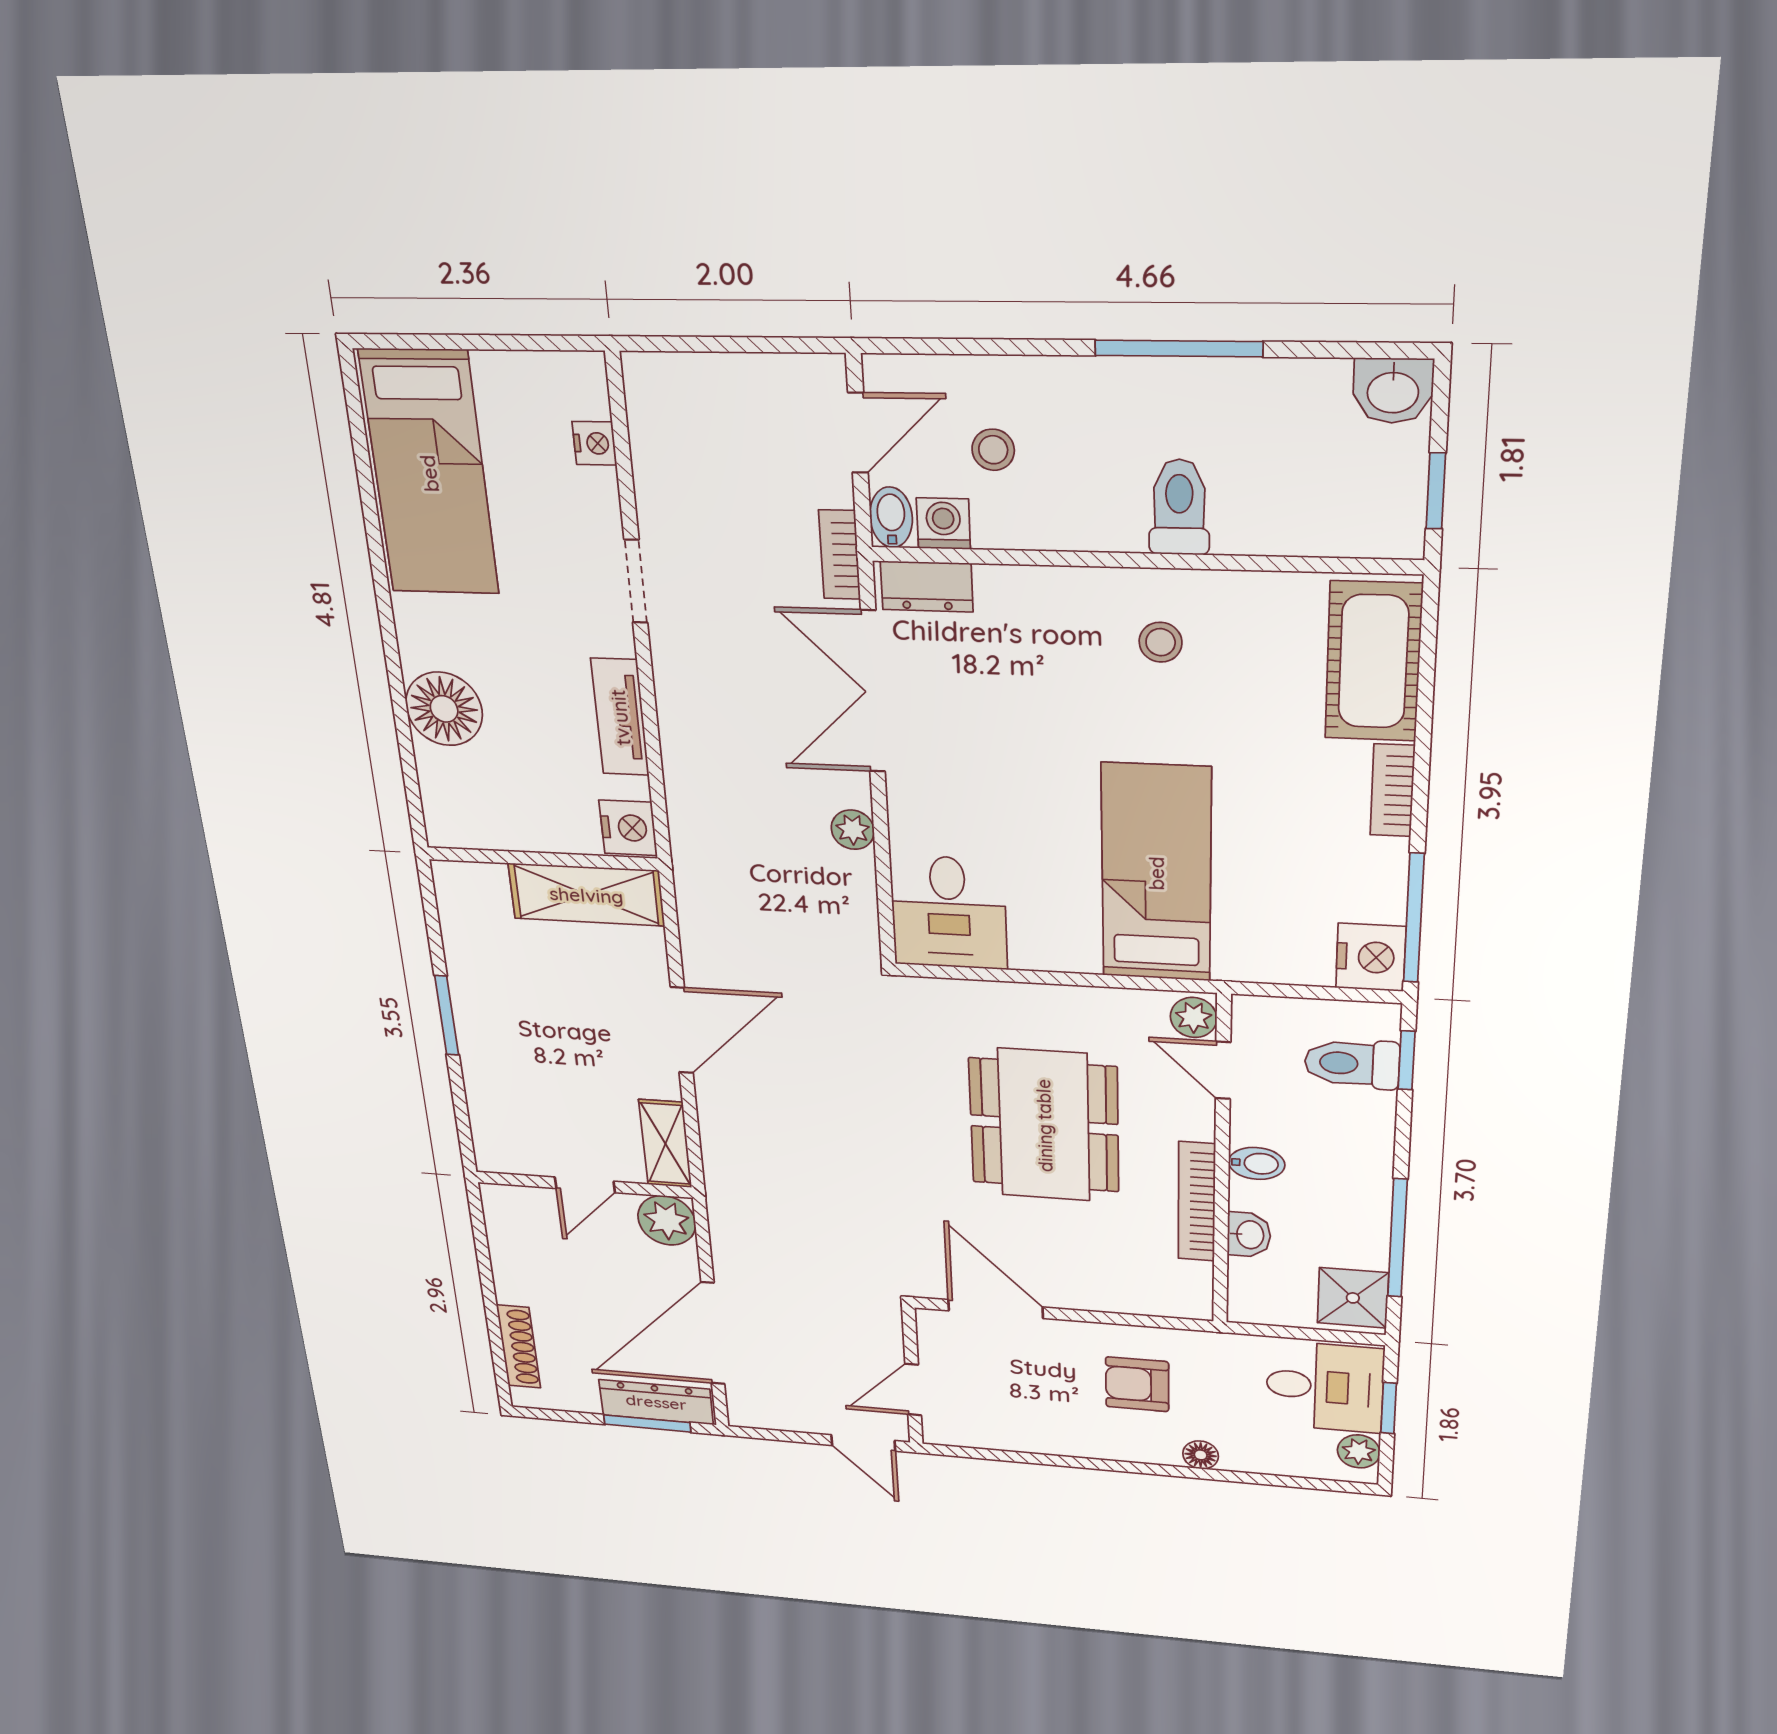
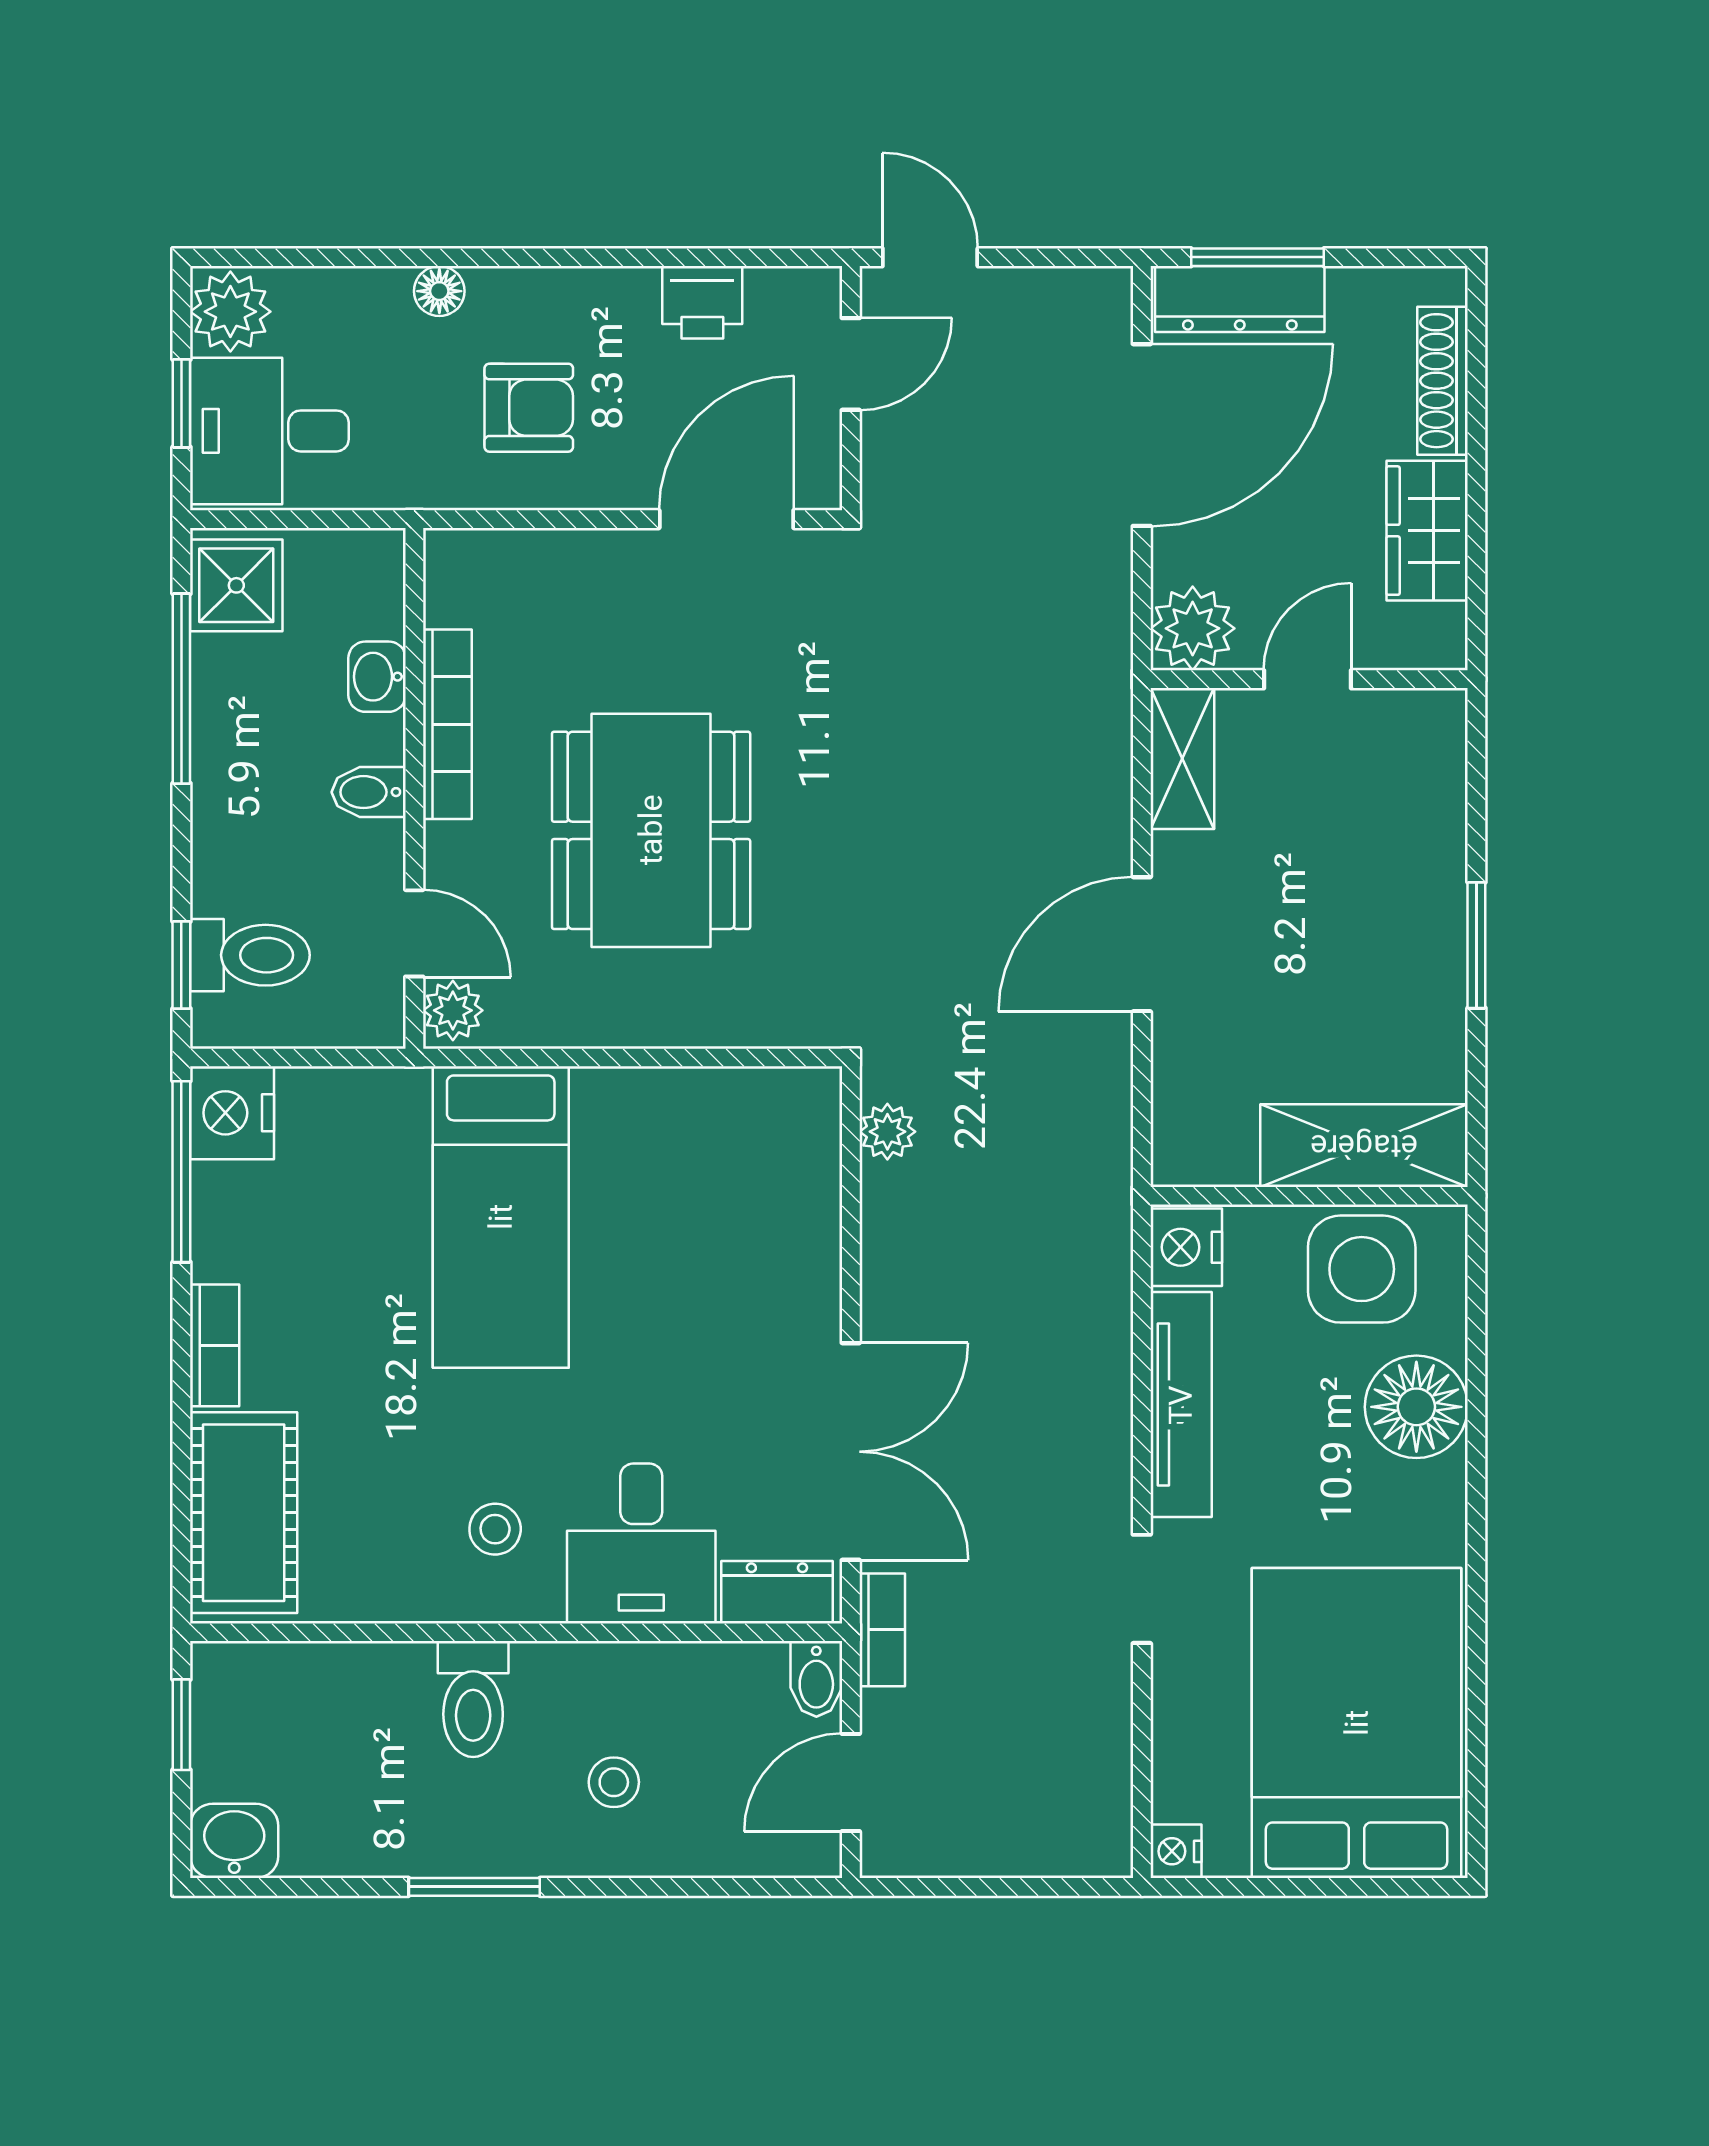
window: (1179, 349) -> (474, 1887), width x0.69
nightstand: (594, 443) -> (1176, 1851), moved
stool: (993, 450) -> (614, 1782), moved
bed: (429, 473) -> (1357, 1723), width x1.50
washing machine: (943, 524) -> (753, 1672), removed
tv unit: (620, 717) -> (1181, 1405), width x1.41
side table: (498, 807) -> (1362, 1269), added
plant: (853, 830) -> (887, 1132), moved
shelving: (586, 895) -> (1364, 1146), moved
desk: (949, 912) -> (641, 1543), moved, turned 180
wardrobe: (516, 1264) -> (1427, 531), added
door: (996, 1309) -> (726, 519), swing flipped
printer: (1017, 1432) -> (702, 302), added
plant: (1359, 1451) -> (230, 312), width x1.38, depth x1.38

